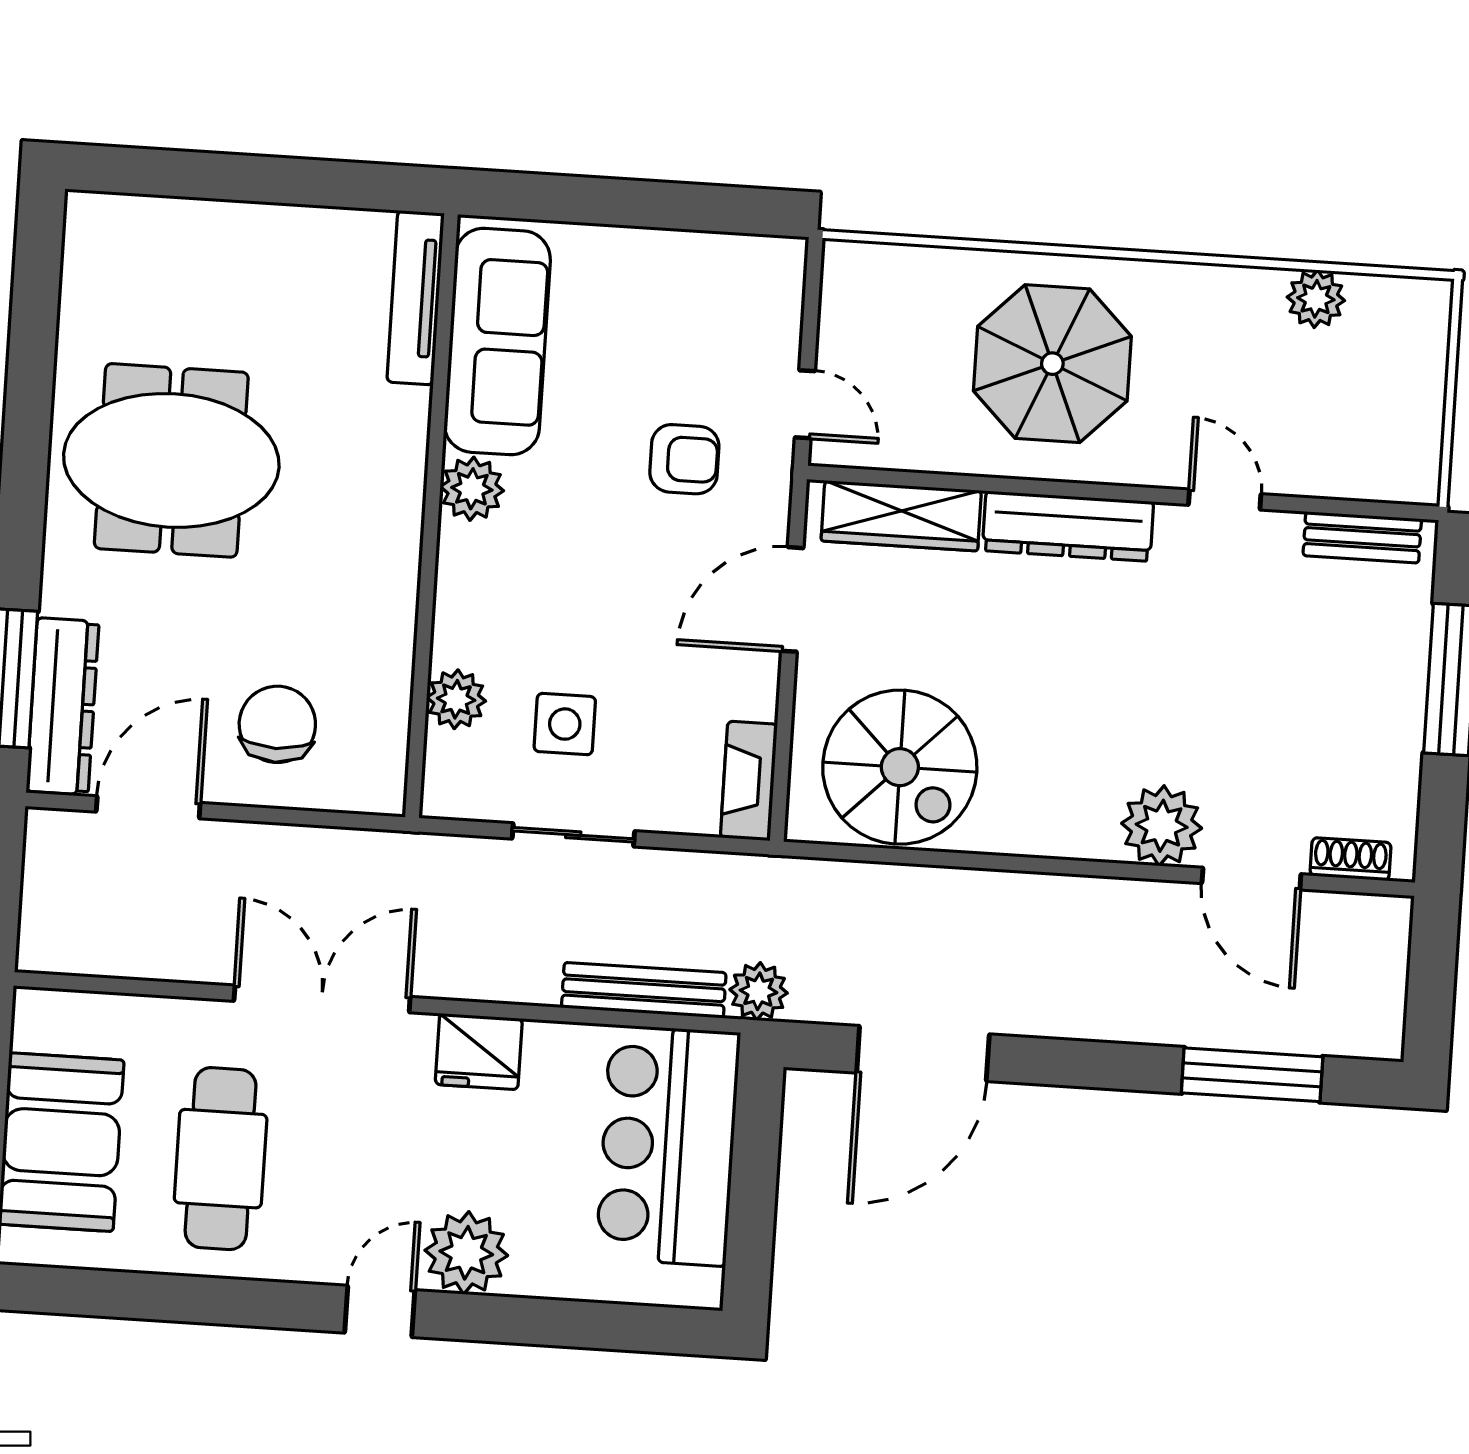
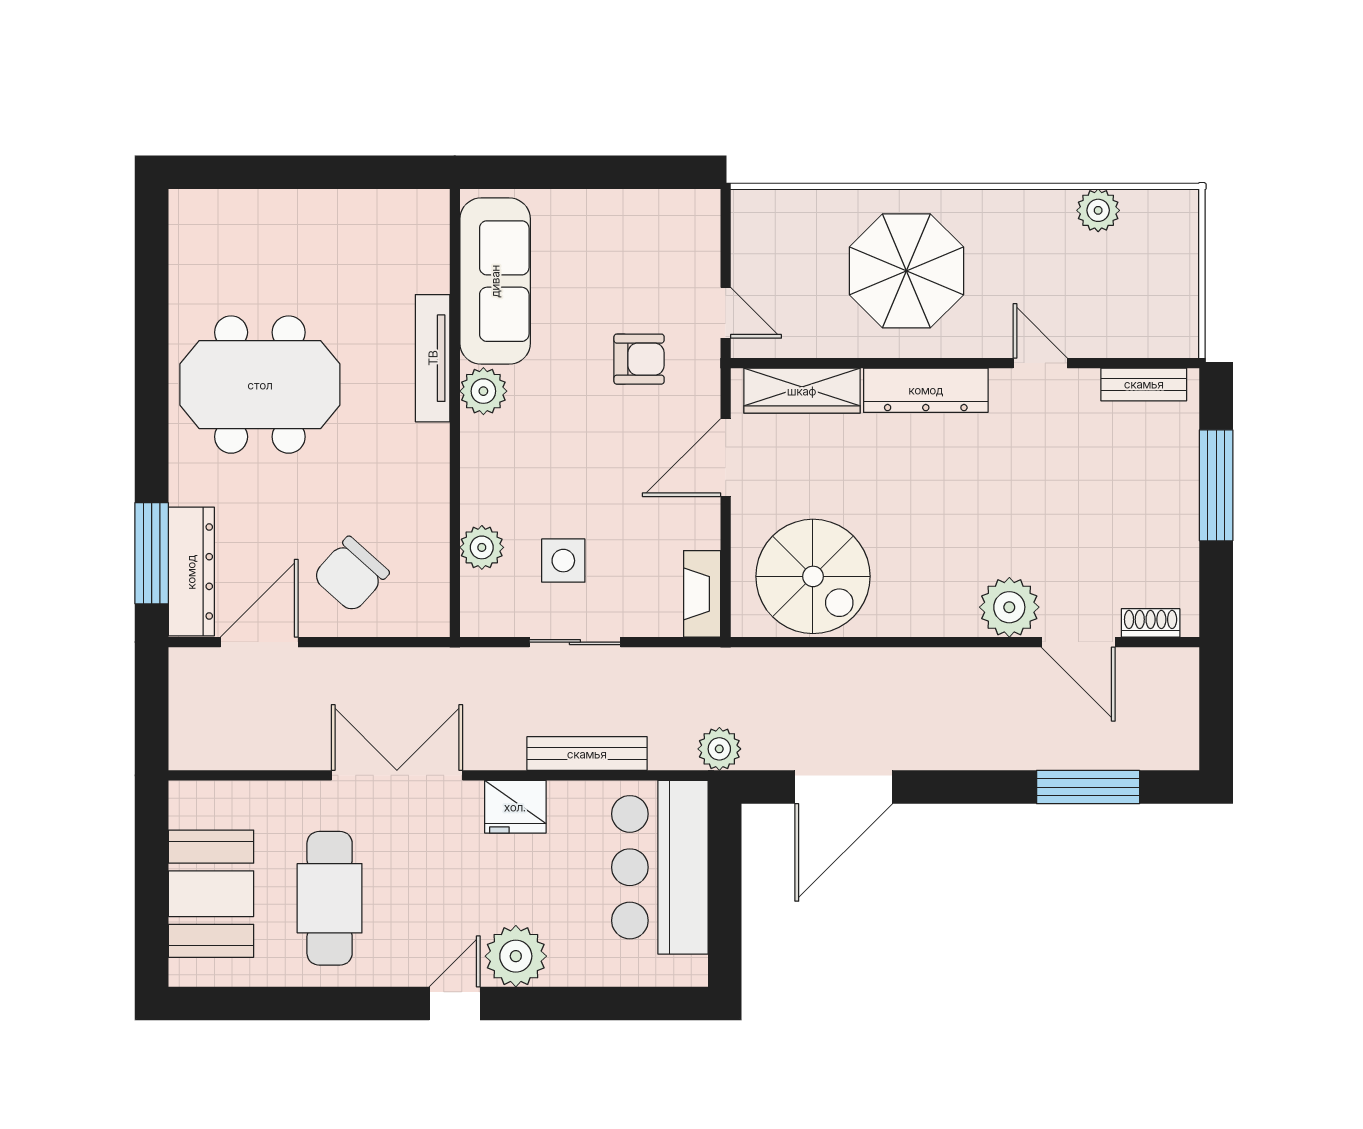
tv unit: (416, 298) -> (433, 358), moved
chair: (277, 724) -> (351, 575), turned -138
bench: (644, 990) -> (587, 754), moved

